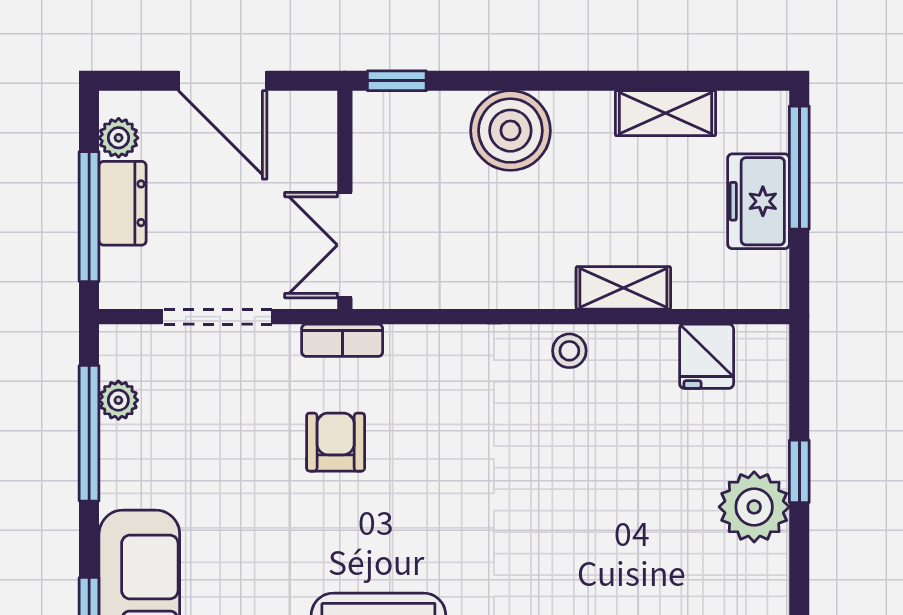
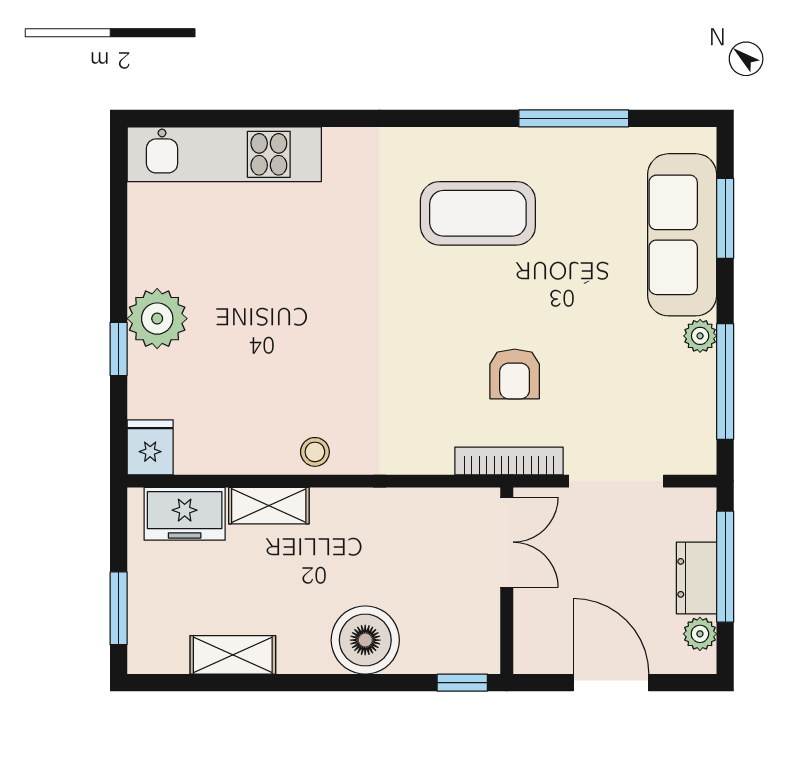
window: (799, 168) -> (119, 608), width x0.69
freezer: (758, 201) -> (185, 514), moved, turned 90
bookcase: (342, 340) -> (509, 461), width x1.56
fridge: (707, 356) -> (150, 447), moved
plant: (118, 400) -> (700, 336), moved

